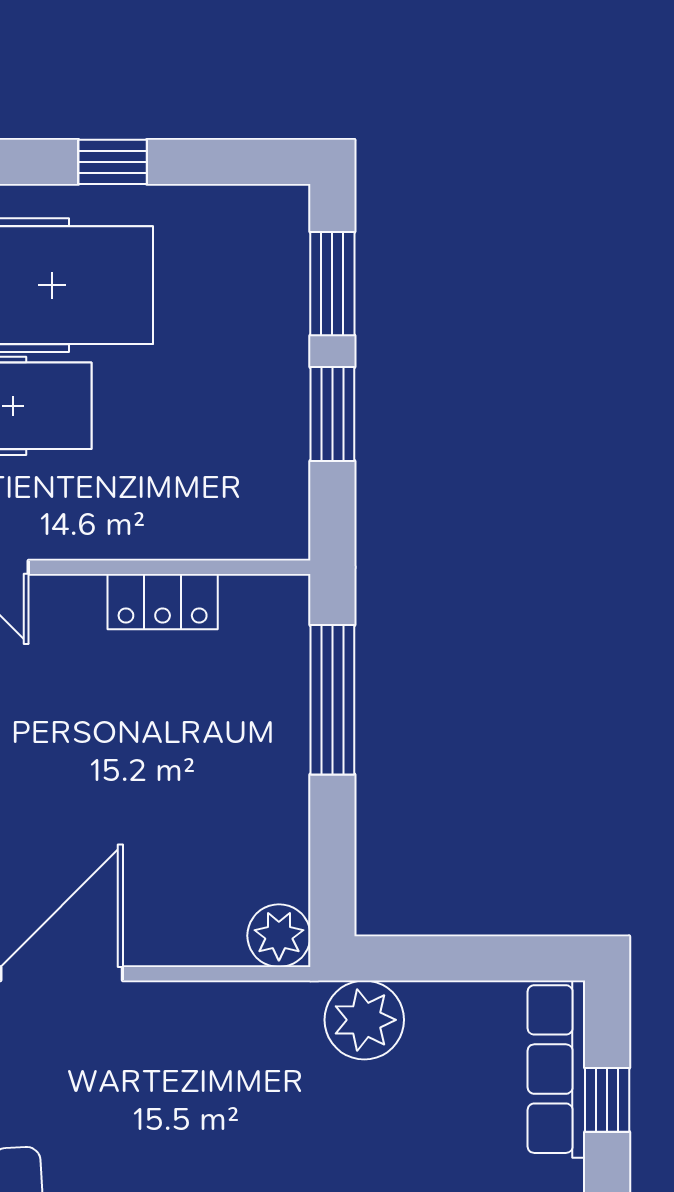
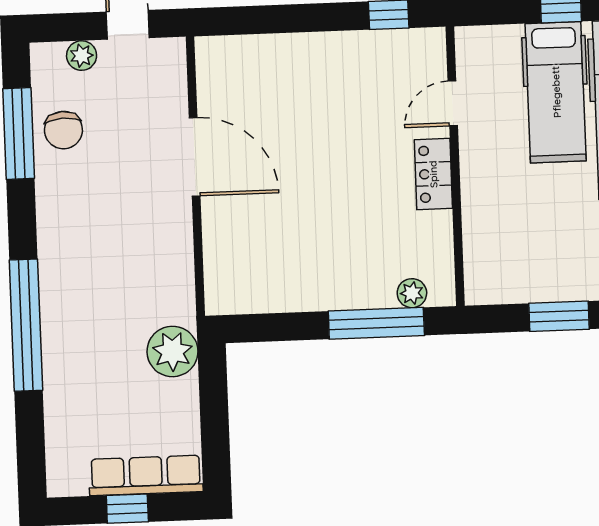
locker: (163, 602) -> (433, 174), moved
plant: (279, 936) -> (412, 293), moved, width x0.73, depth x0.73

